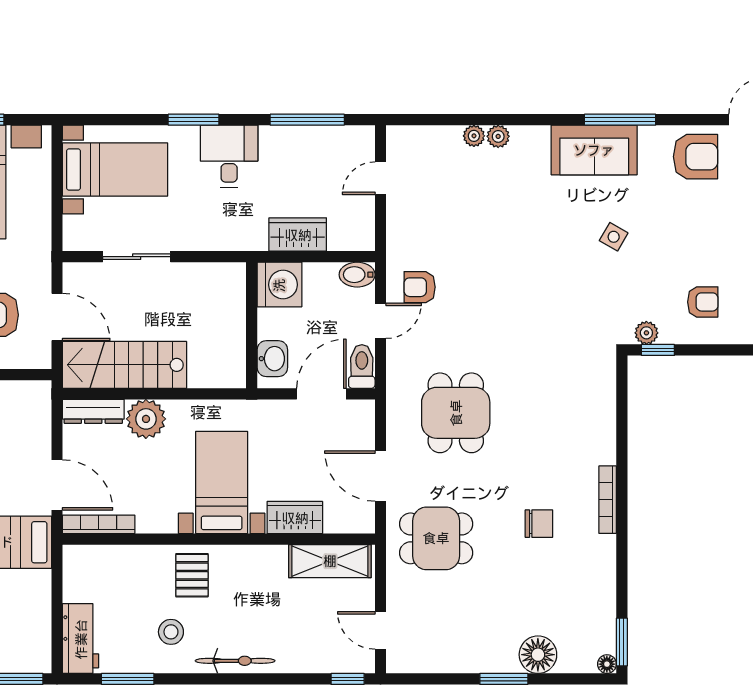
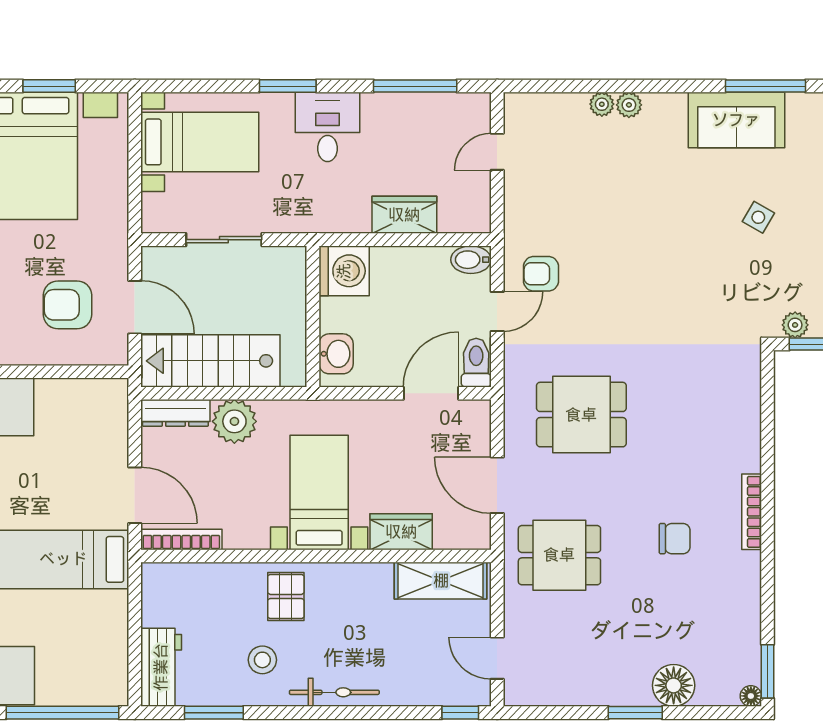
washing machine: (279, 285) -> (344, 271), moved
wall: (252, 325) -> (313, 316), moved
washbasin: (272, 359) -> (336, 354), moved
dining table: (456, 413) -> (581, 415), turned 90

